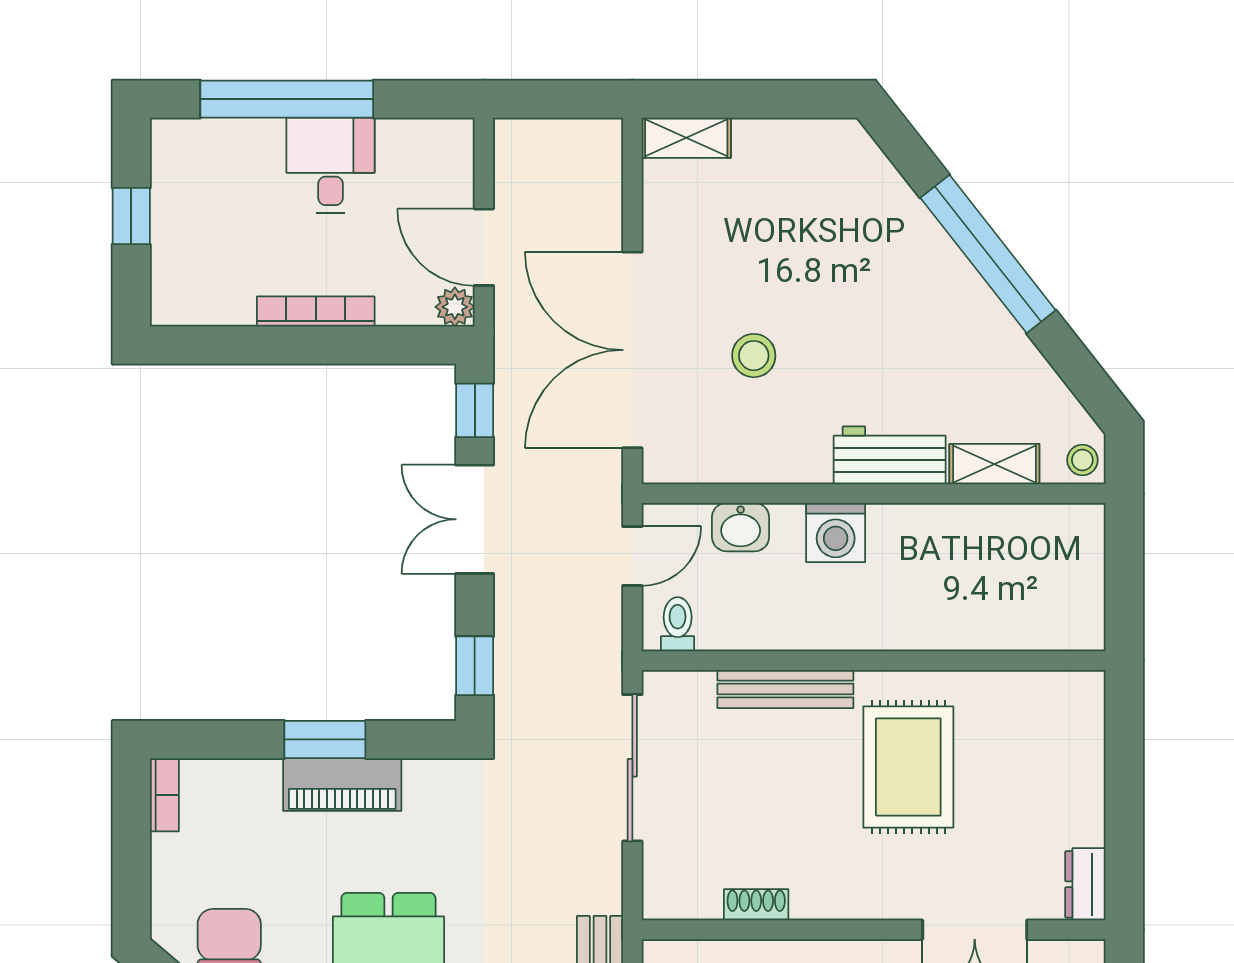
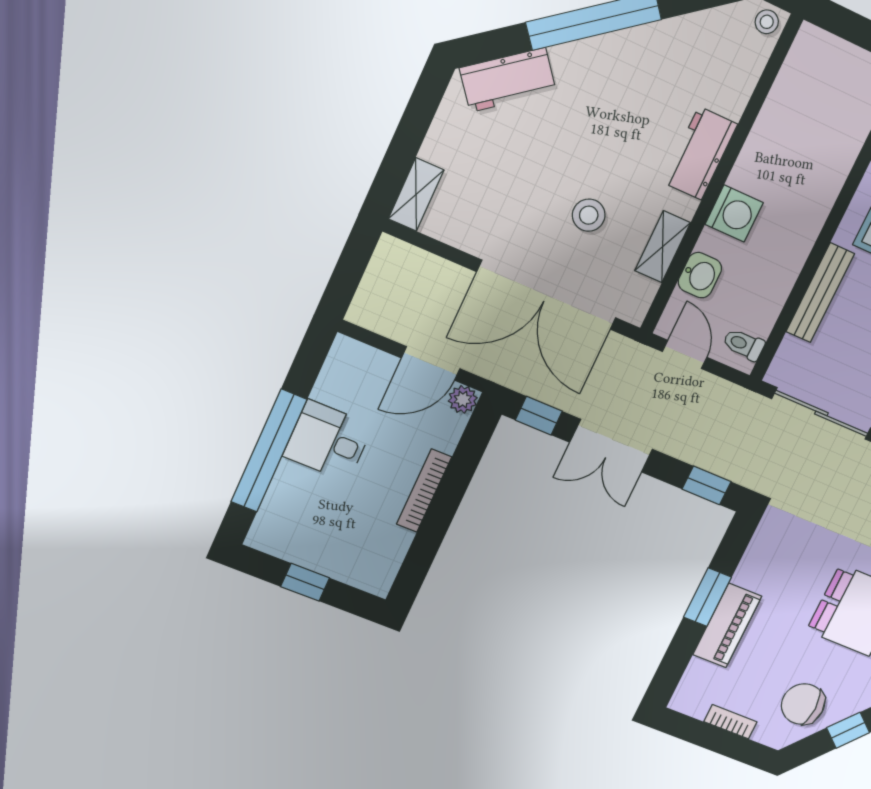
workbench: (872, 185) -> (508, 80), added
shelving: (994, 464) -> (663, 247), moved
piano: (342, 785) -> (727, 625), moved
bookcase: (164, 795) -> (730, 722), moved

